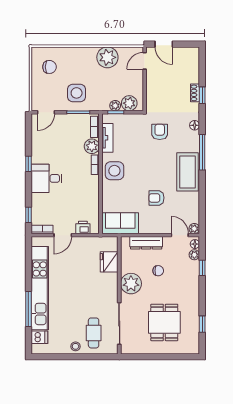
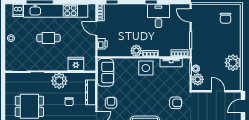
door: (145, 61) -> (218, 91), moved
side table: (77, 93) -> (205, 39), removed
plant: (92, 146) -> (136, 51), moved
desk: (46, 178) -> (158, 16), moved
armchair: (156, 198) -> (111, 103), moved
cafe table: (94, 333) -> (48, 38), moved

